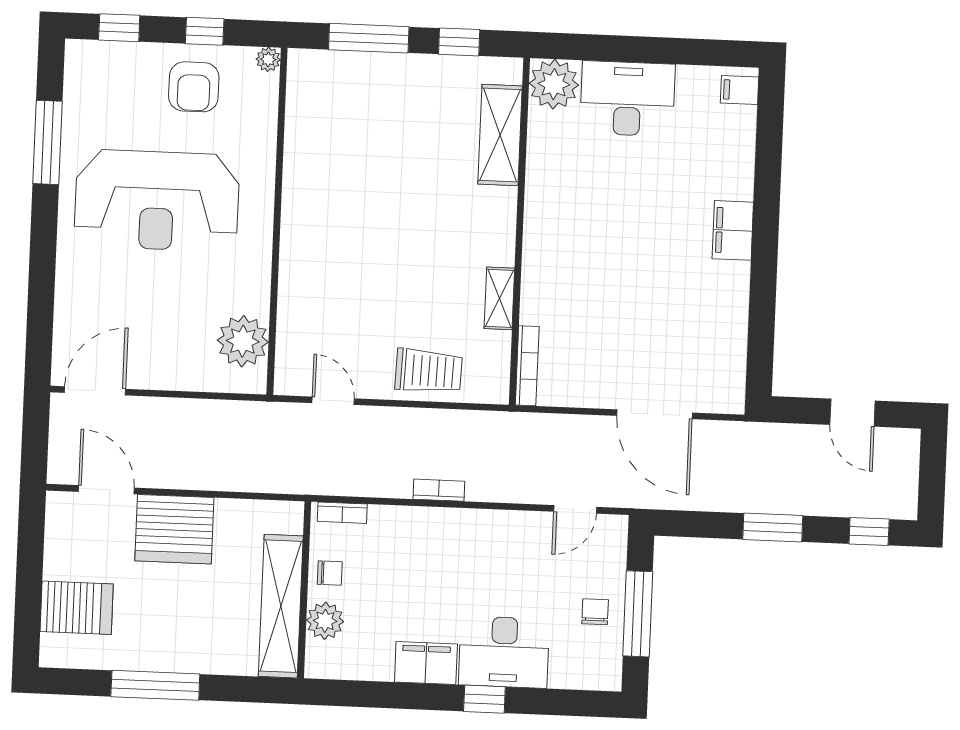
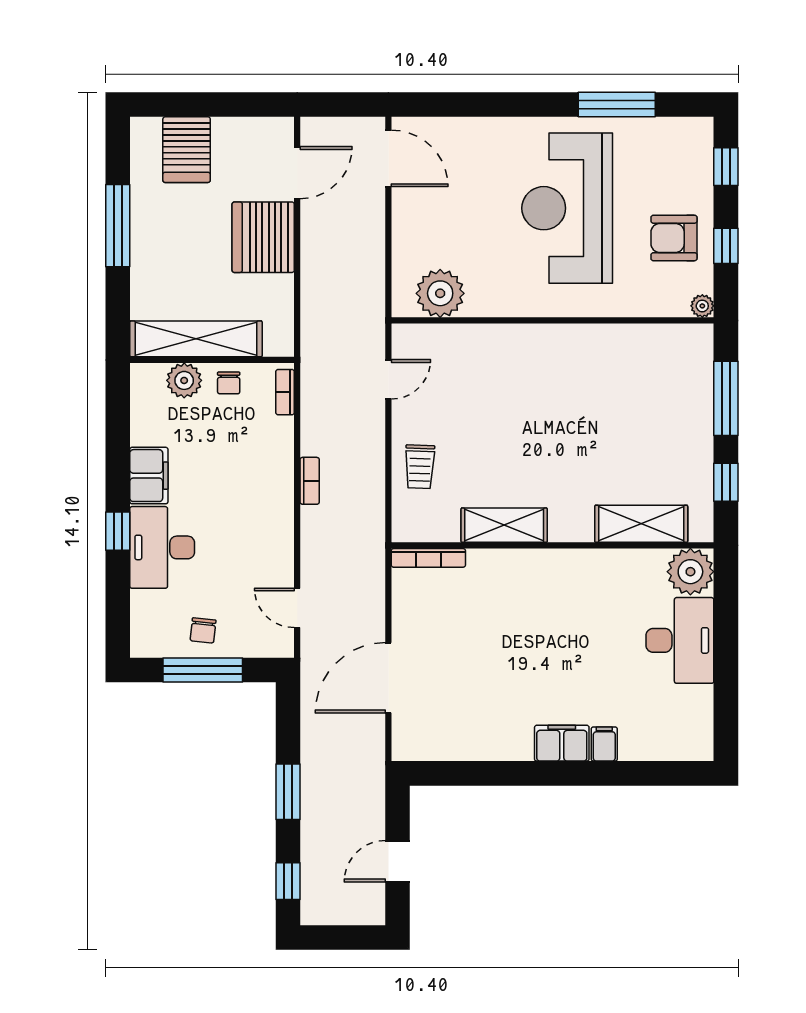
filing cabinet: (740, 90) -> (604, 744), moved
shelving: (499, 298) -> (504, 525), width x1.50, depth x1.33
trolley: (429, 371) -> (420, 467), width x0.73, depth x0.72
chair: (595, 612) -> (203, 630), turned 96

